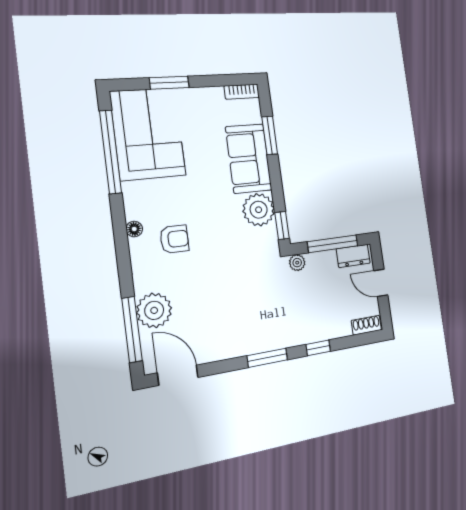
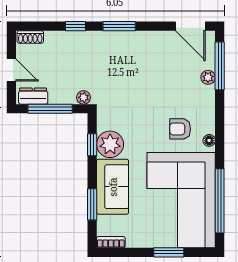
corner sofa: (148, 134) -> (181, 200), width x1.36, depth x1.36
window: (282, 226) -> (92, 145), moved
plant: (154, 310) -> (208, 77), width x0.53, depth x0.53

